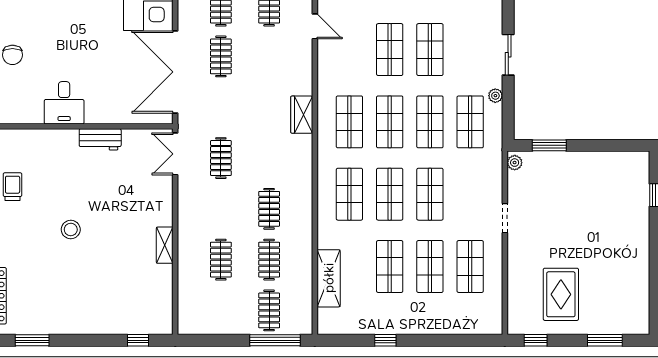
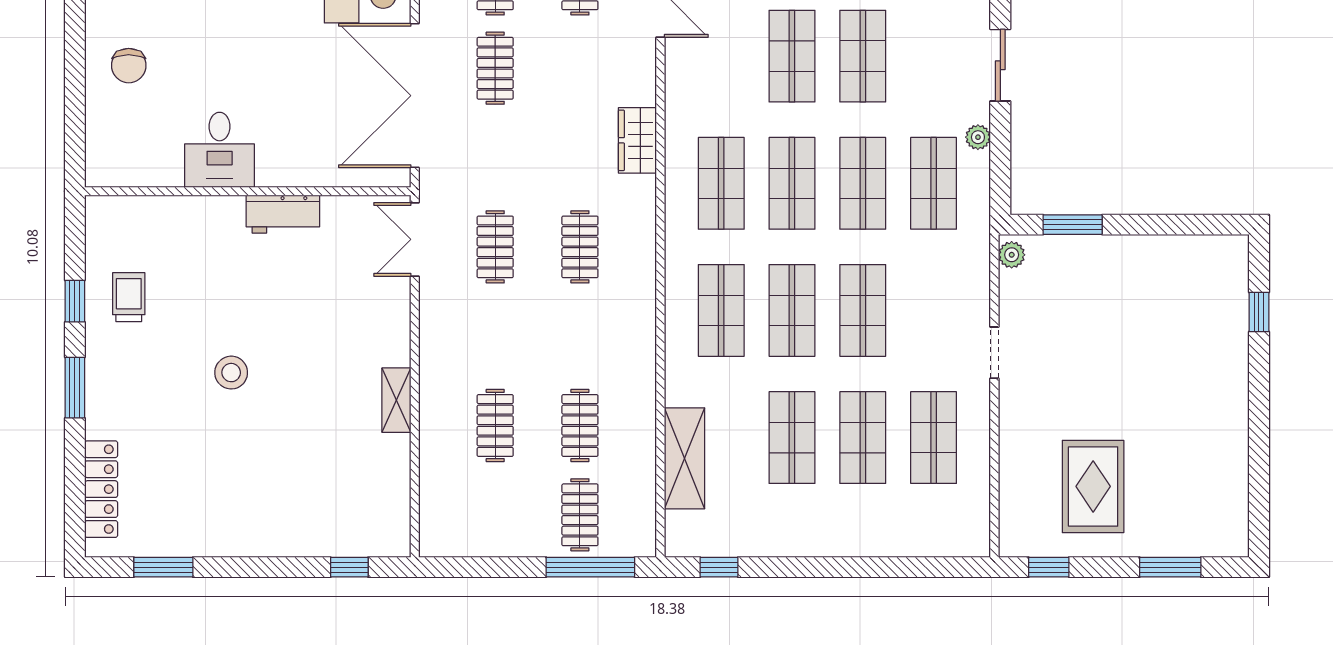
wardrobe: (302, 115) -> (637, 140), moved
clothes rail: (269, 209) -> (580, 247), moved
window: (385, 340) -> (719, 567), moved

